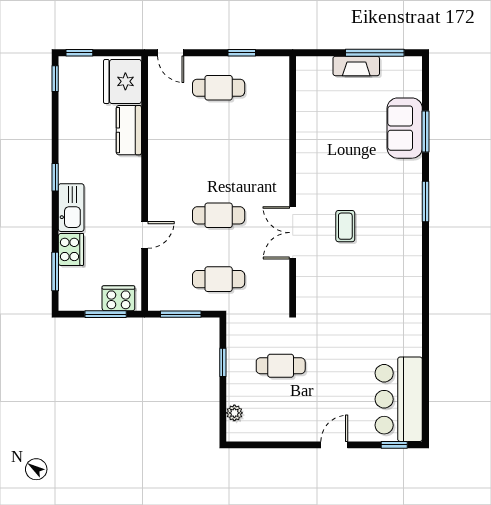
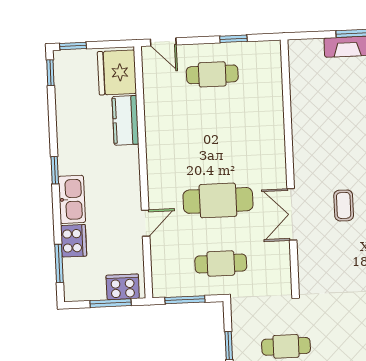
cafe table: (219, 215) -> (218, 200), width x1.37, depth x1.35

